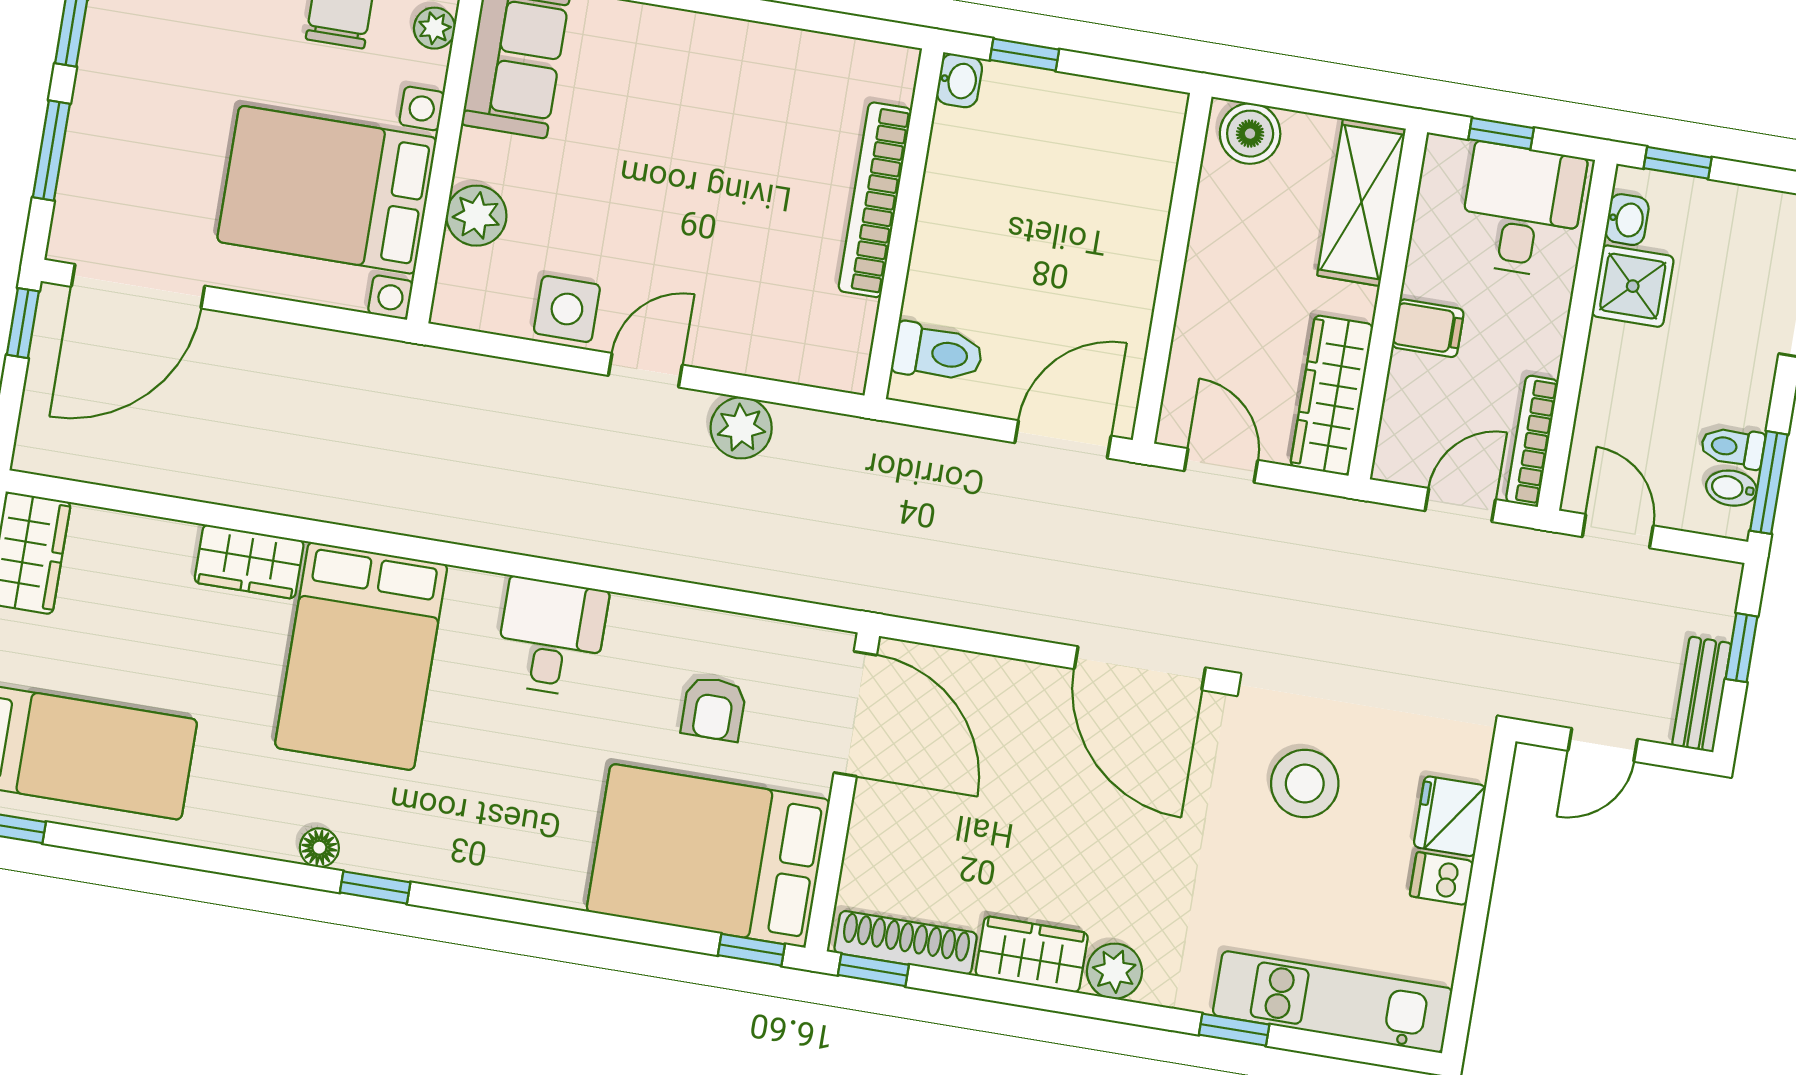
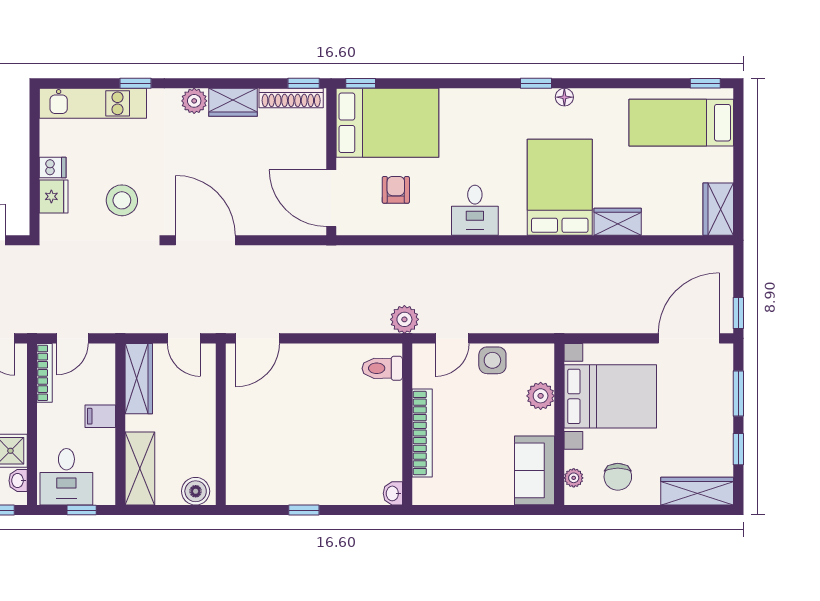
washbasin: (959, 81) -> (393, 493), moved
bookcase: (875, 200) -> (422, 433), moved
wall: (904, 224) -> (407, 424), moved
toilet: (938, 353) -> (382, 368), moved

